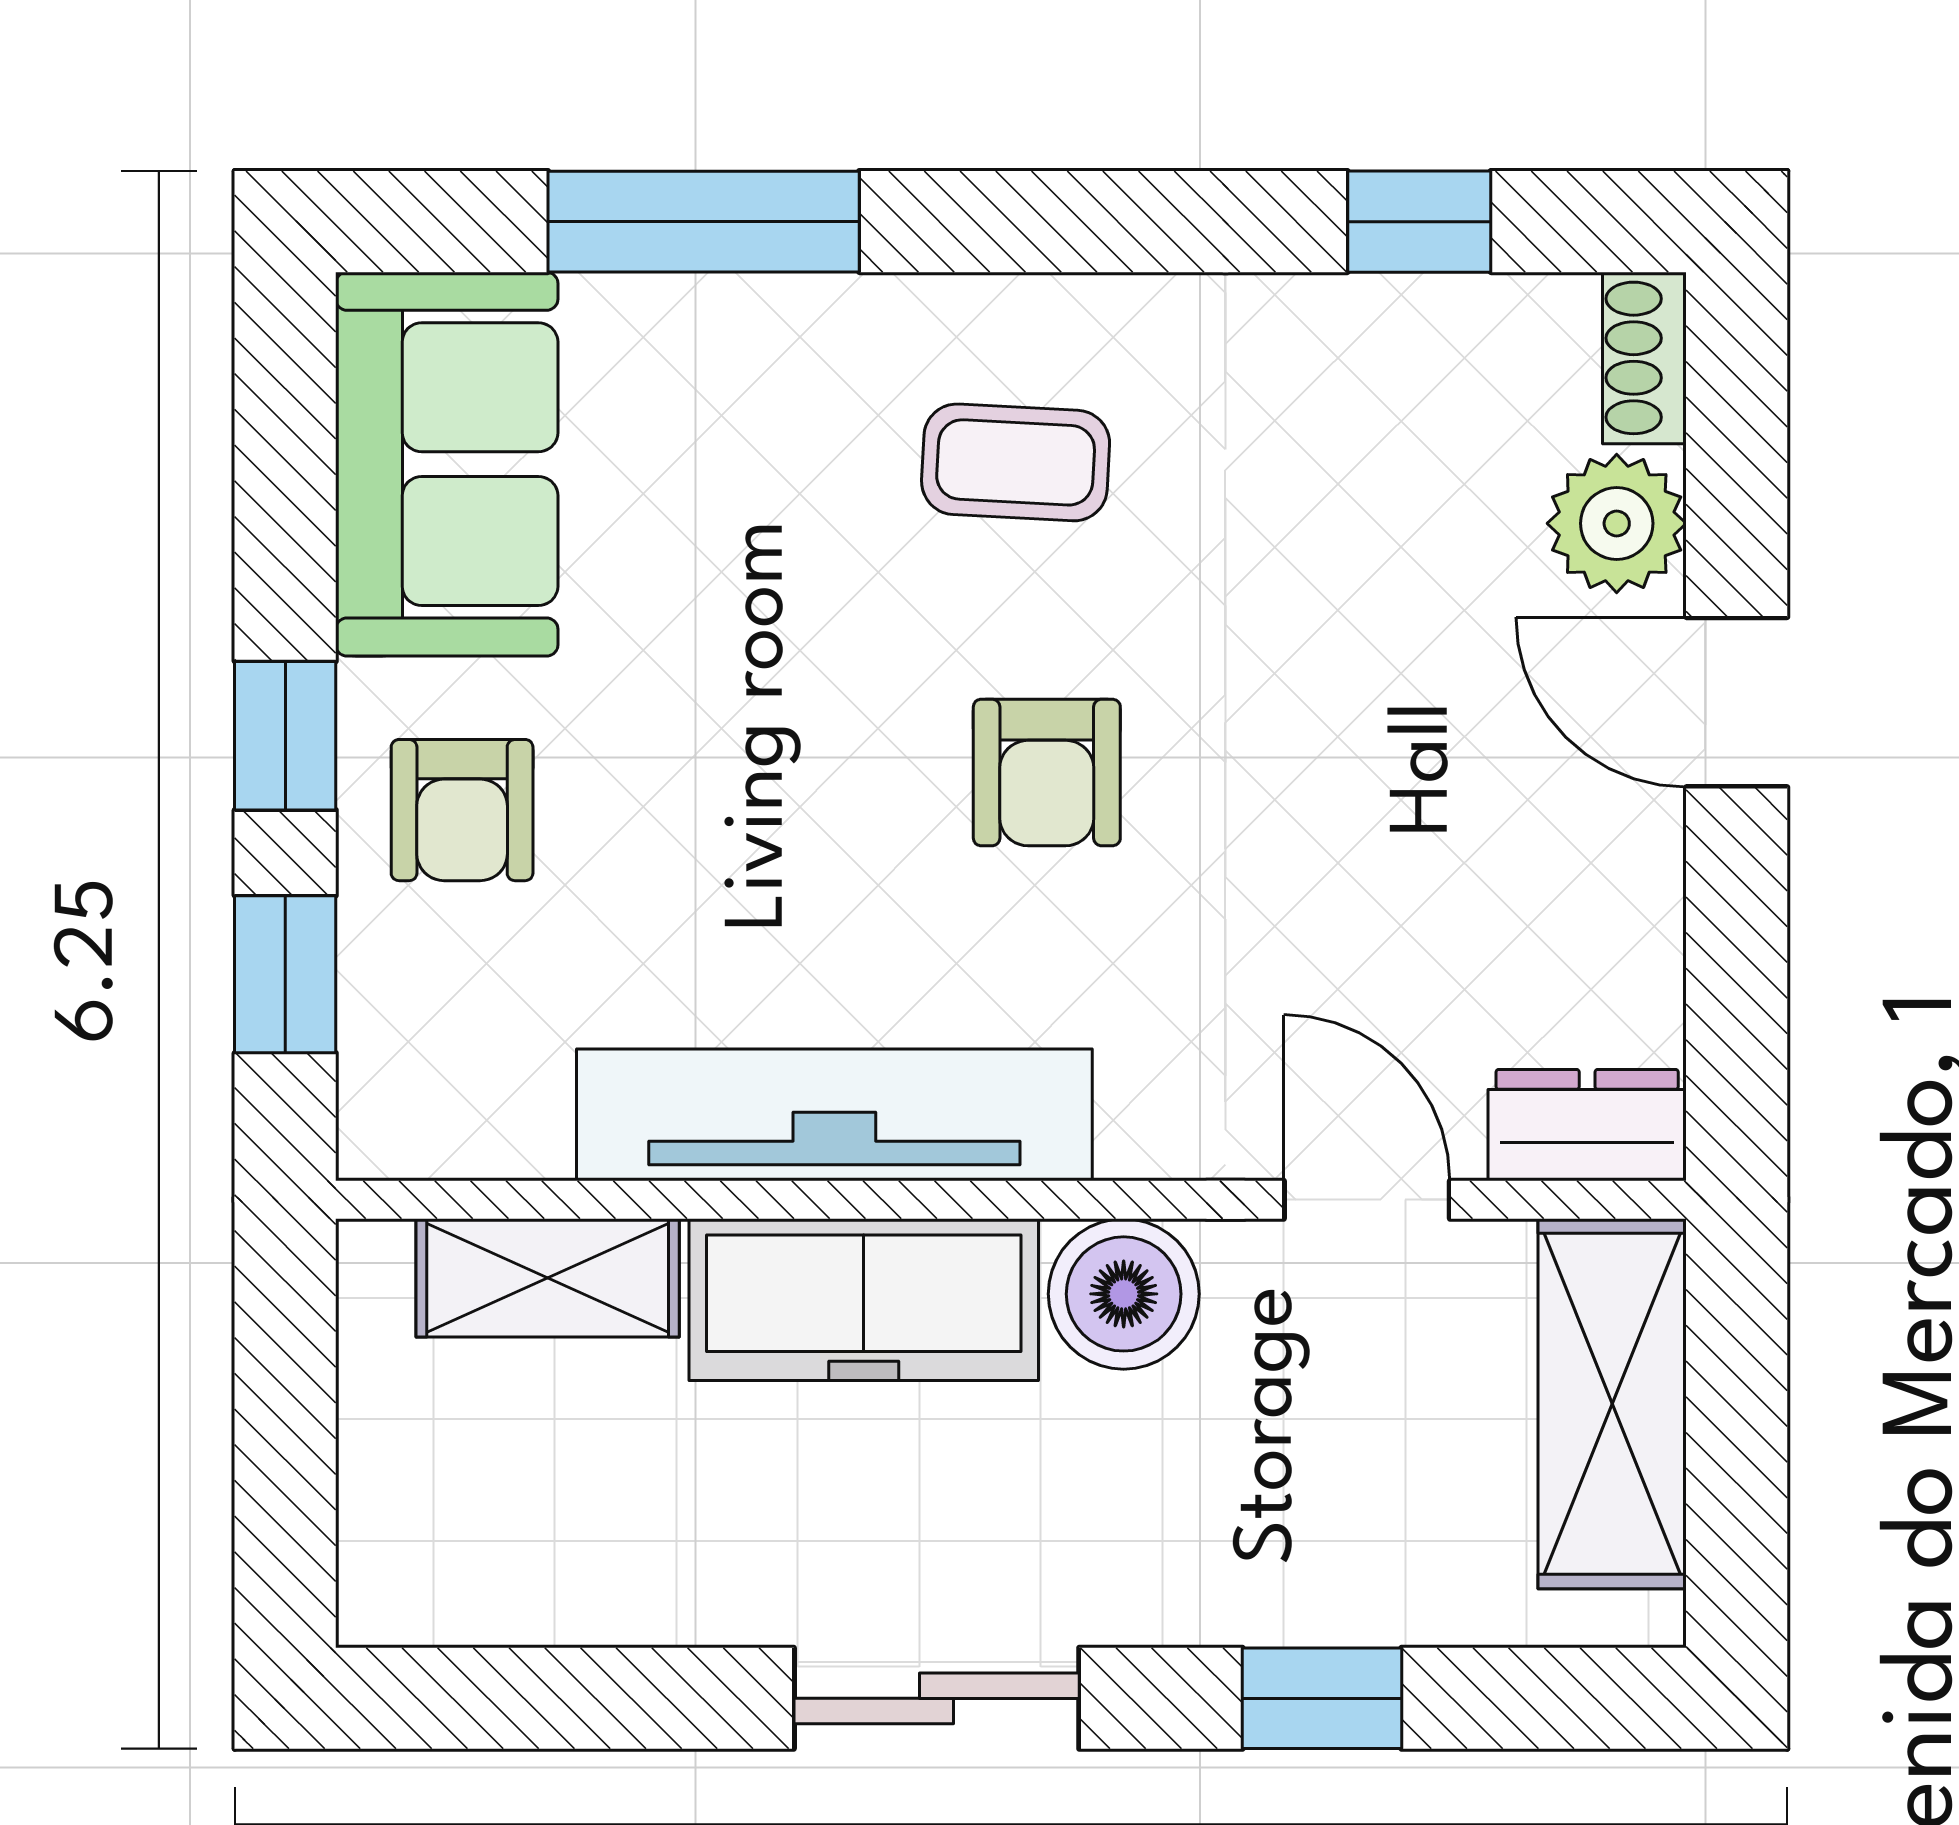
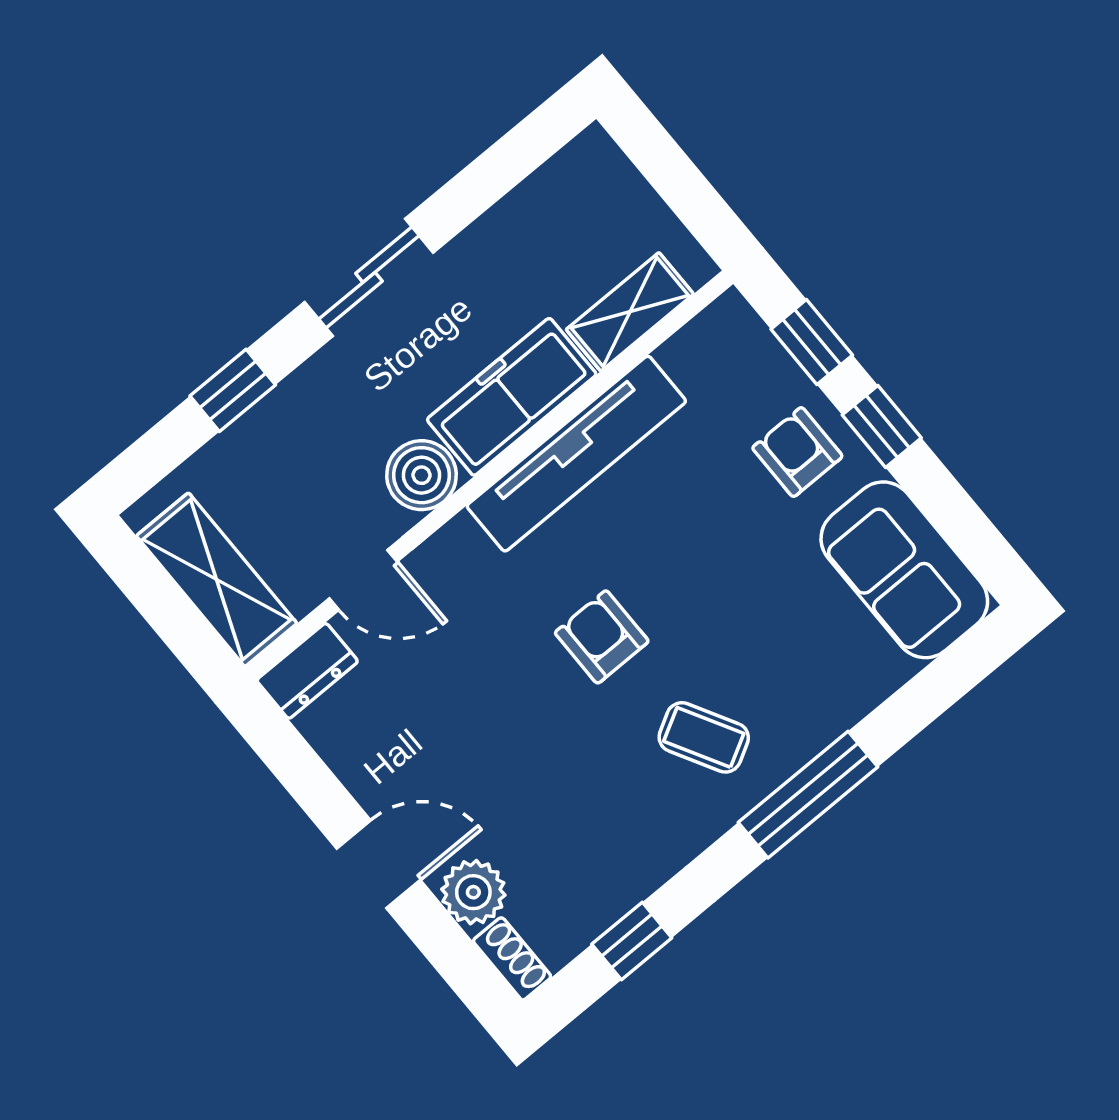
window: (704, 222) -> (808, 795), moved
coffee table: (1016, 462) -> (704, 737), turned 58

